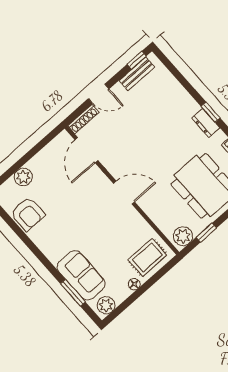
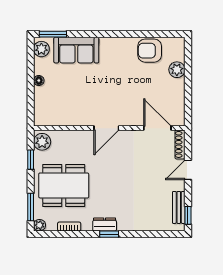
rug: (147, 257) -> (49, 105), removed
window: (73, 293) -> (53, 34), moved

